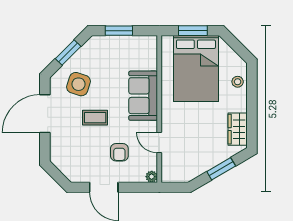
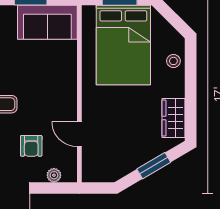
sofa: (143, 96) -> (47, 22), moved, turned -90
plant: (152, 177) -> (54, 175), moved

